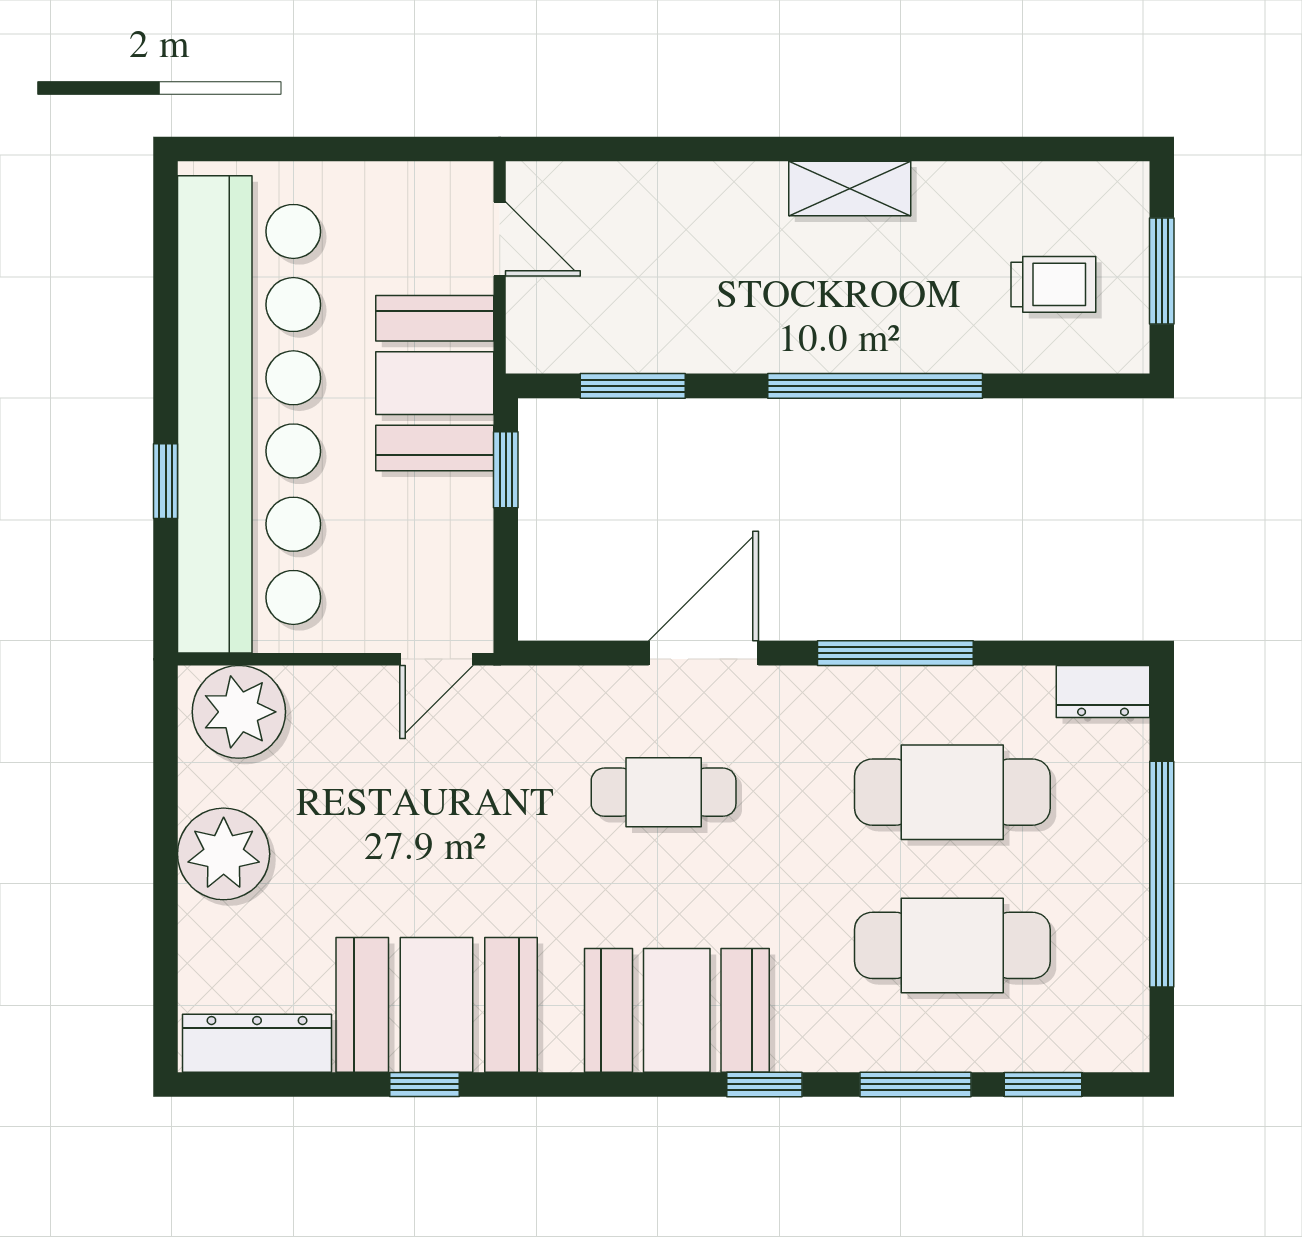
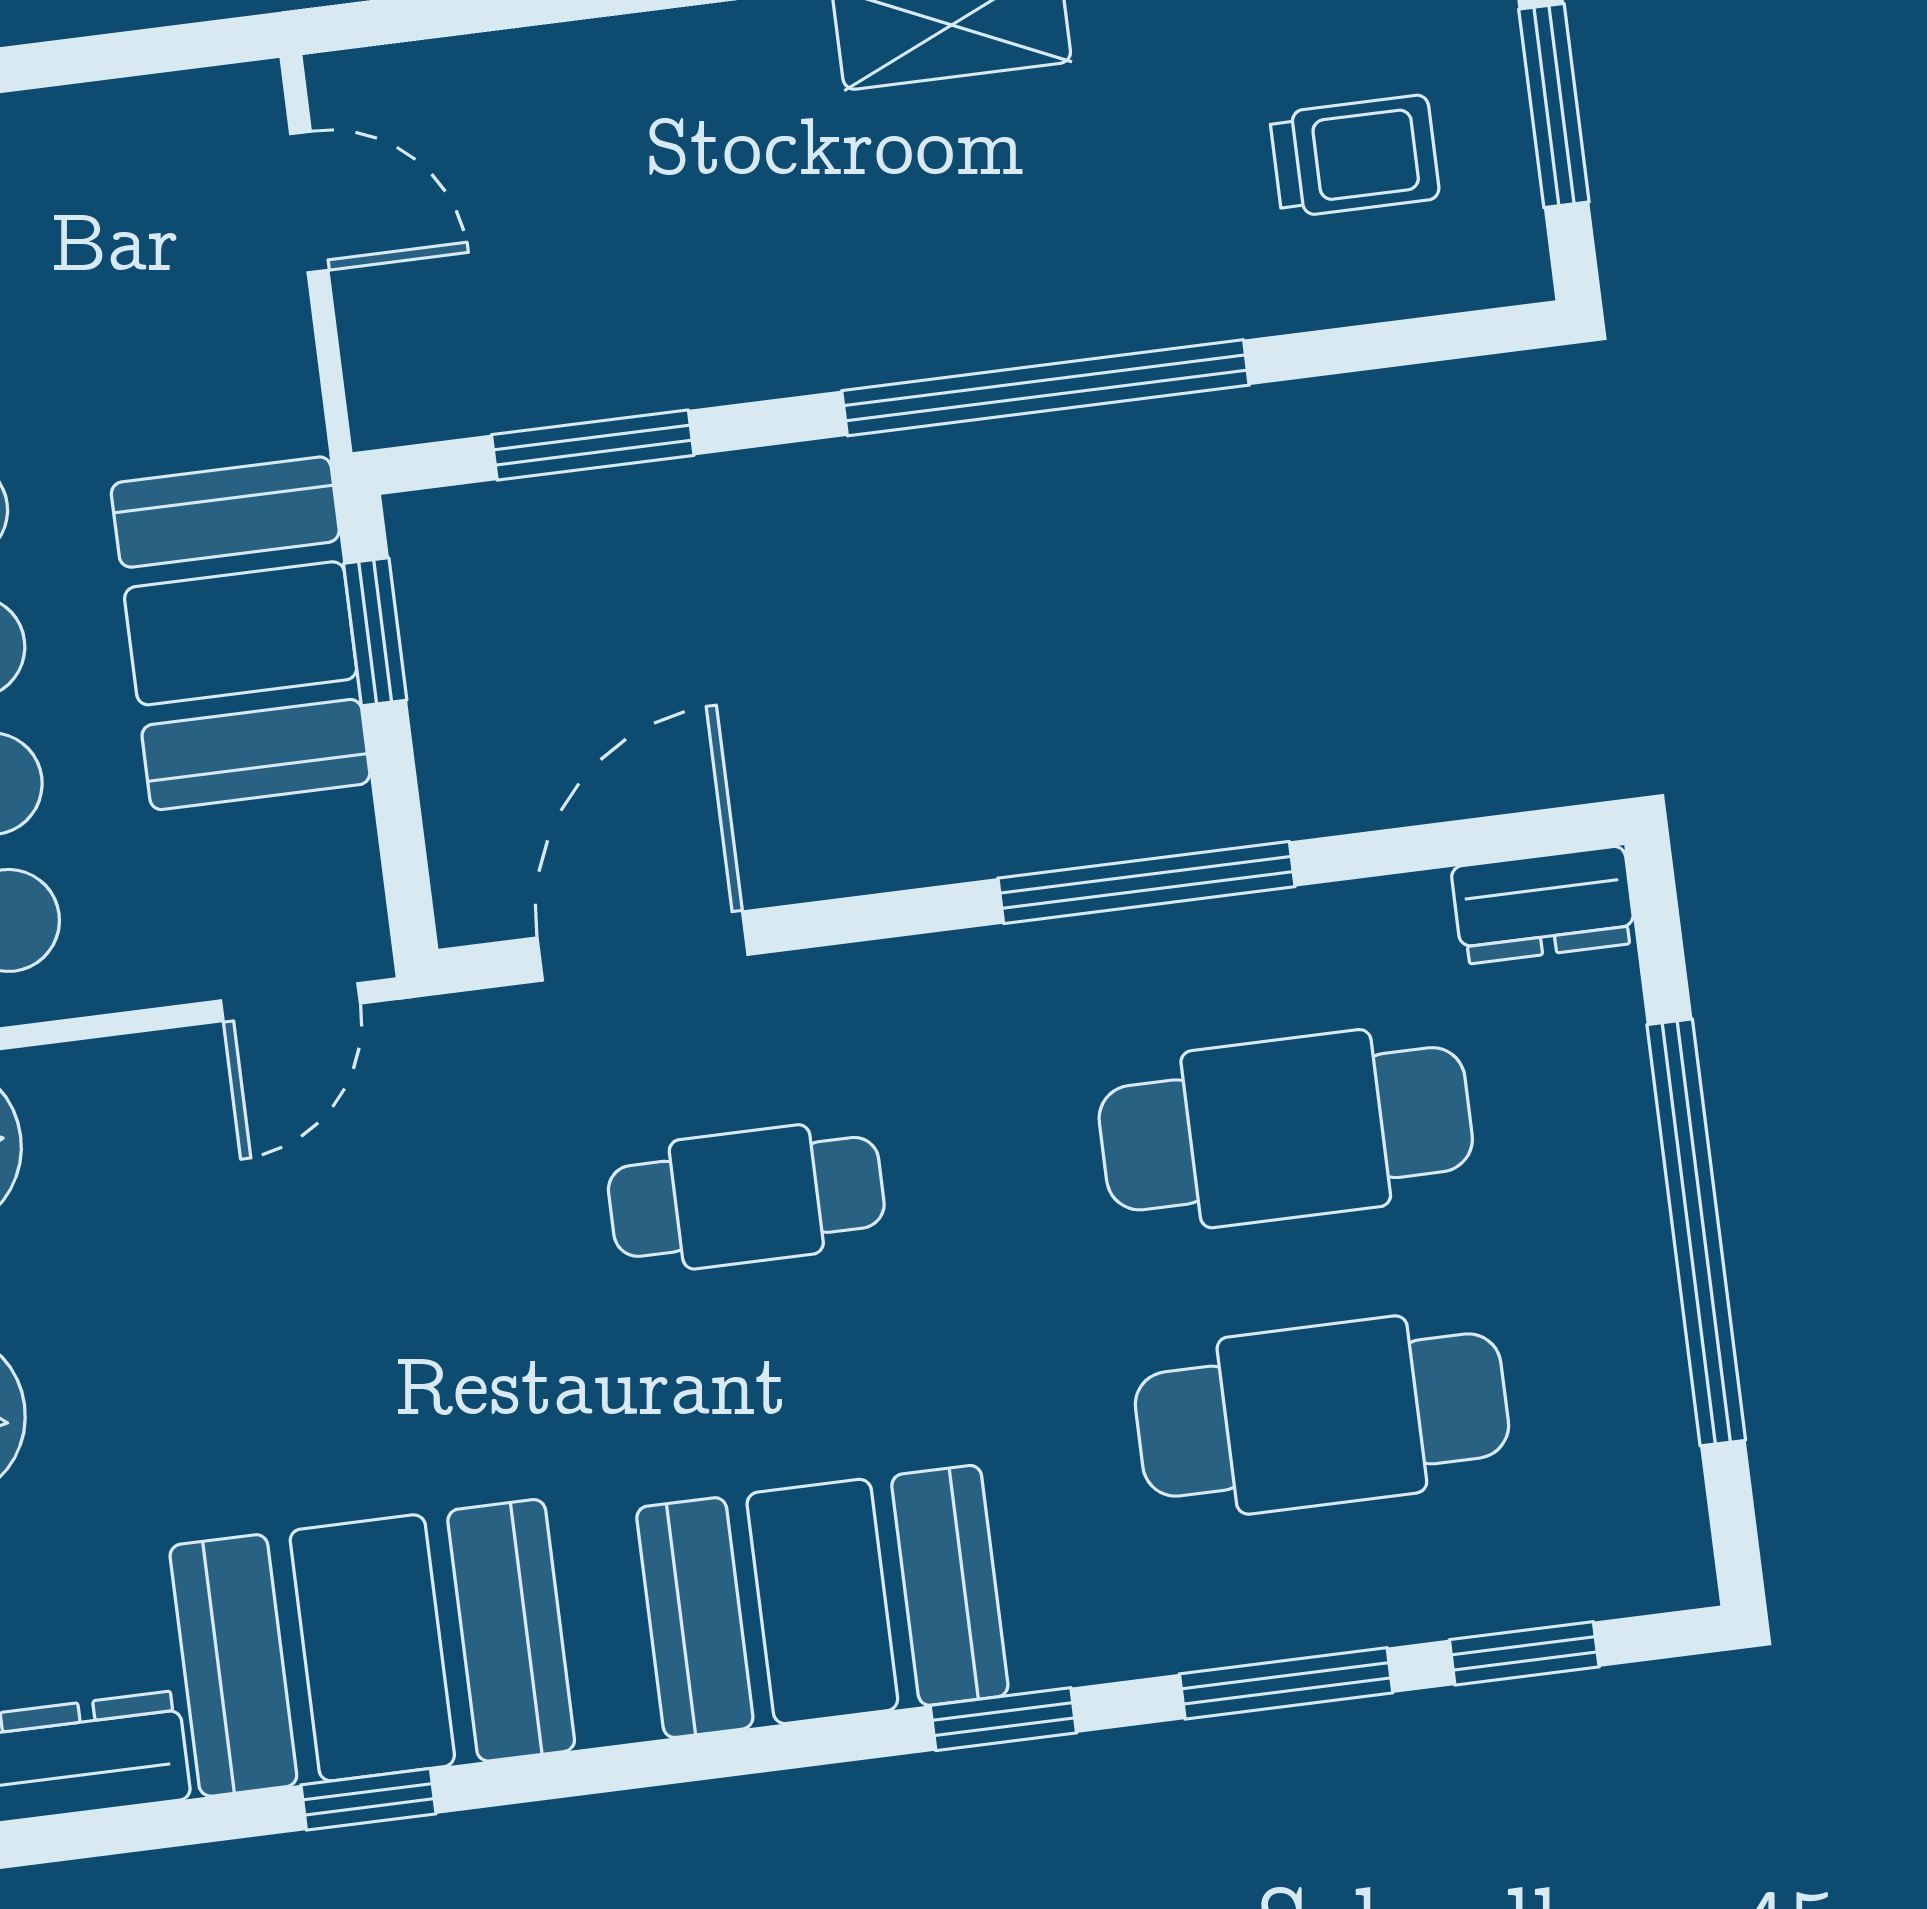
booth: (435, 383) -> (241, 633), moved
door: (703, 653) -> (642, 946), moved

